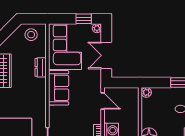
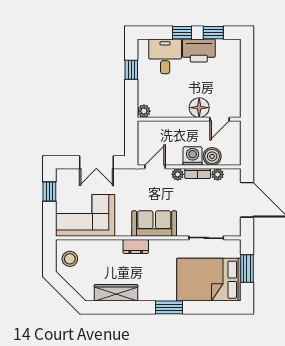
plant: (97, 28) -> (178, 174), moved
dresser: (41, 67) -> (136, 247), moved
sofa: (59, 88) -> (154, 224), moved

